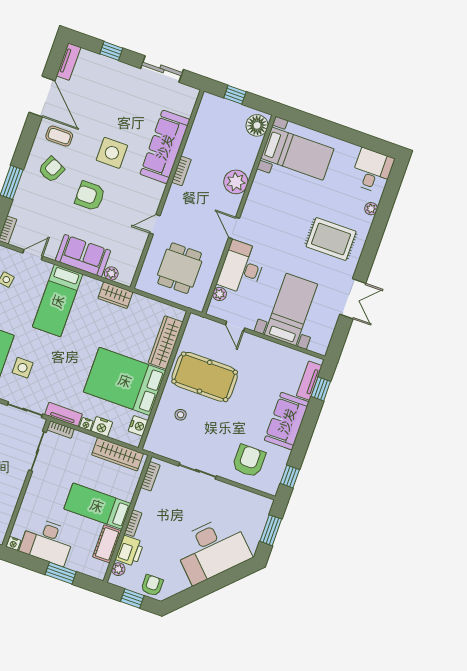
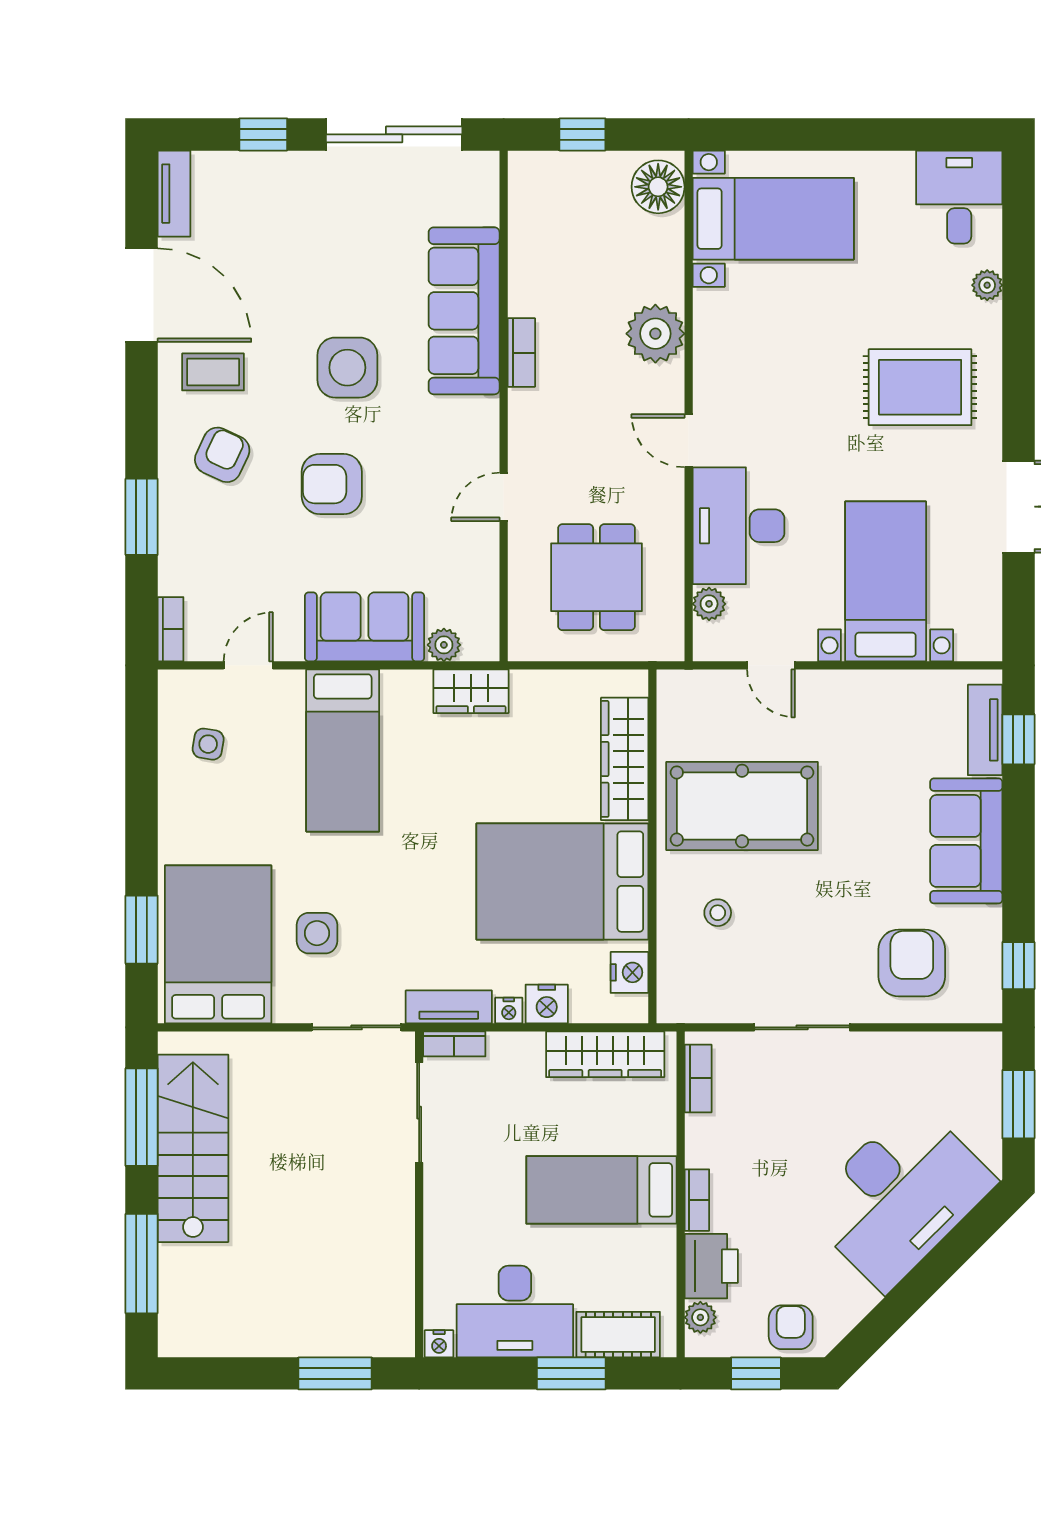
sliding door: (162, 69) -> (394, 134), width x1.37
cot: (107, 544) -> (618, 1335), moved, turned 90

